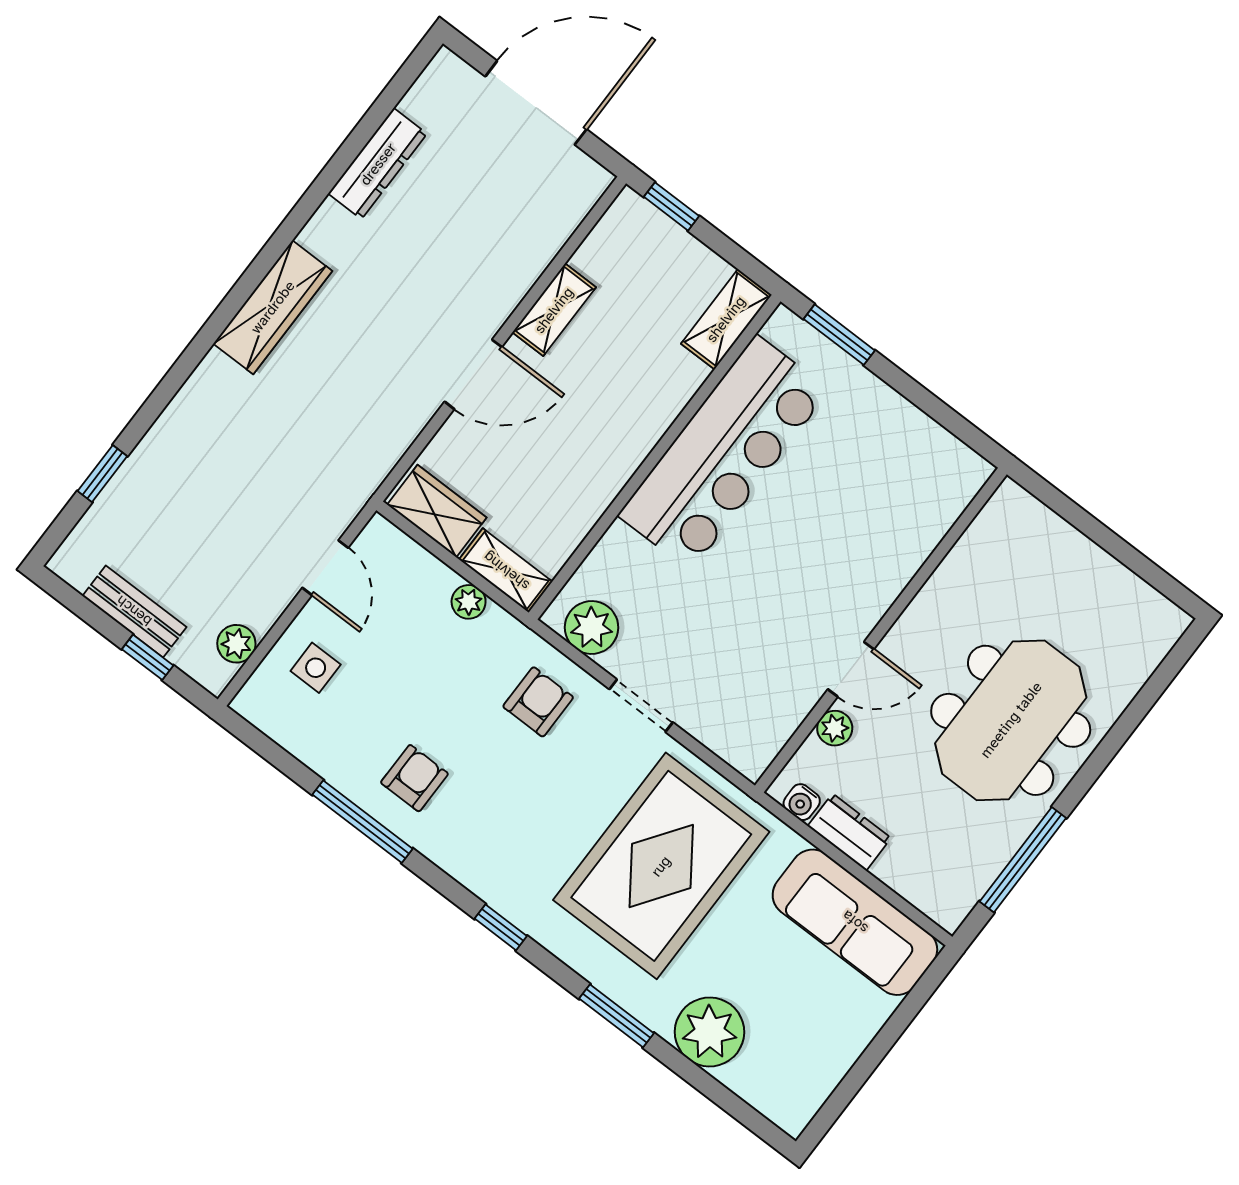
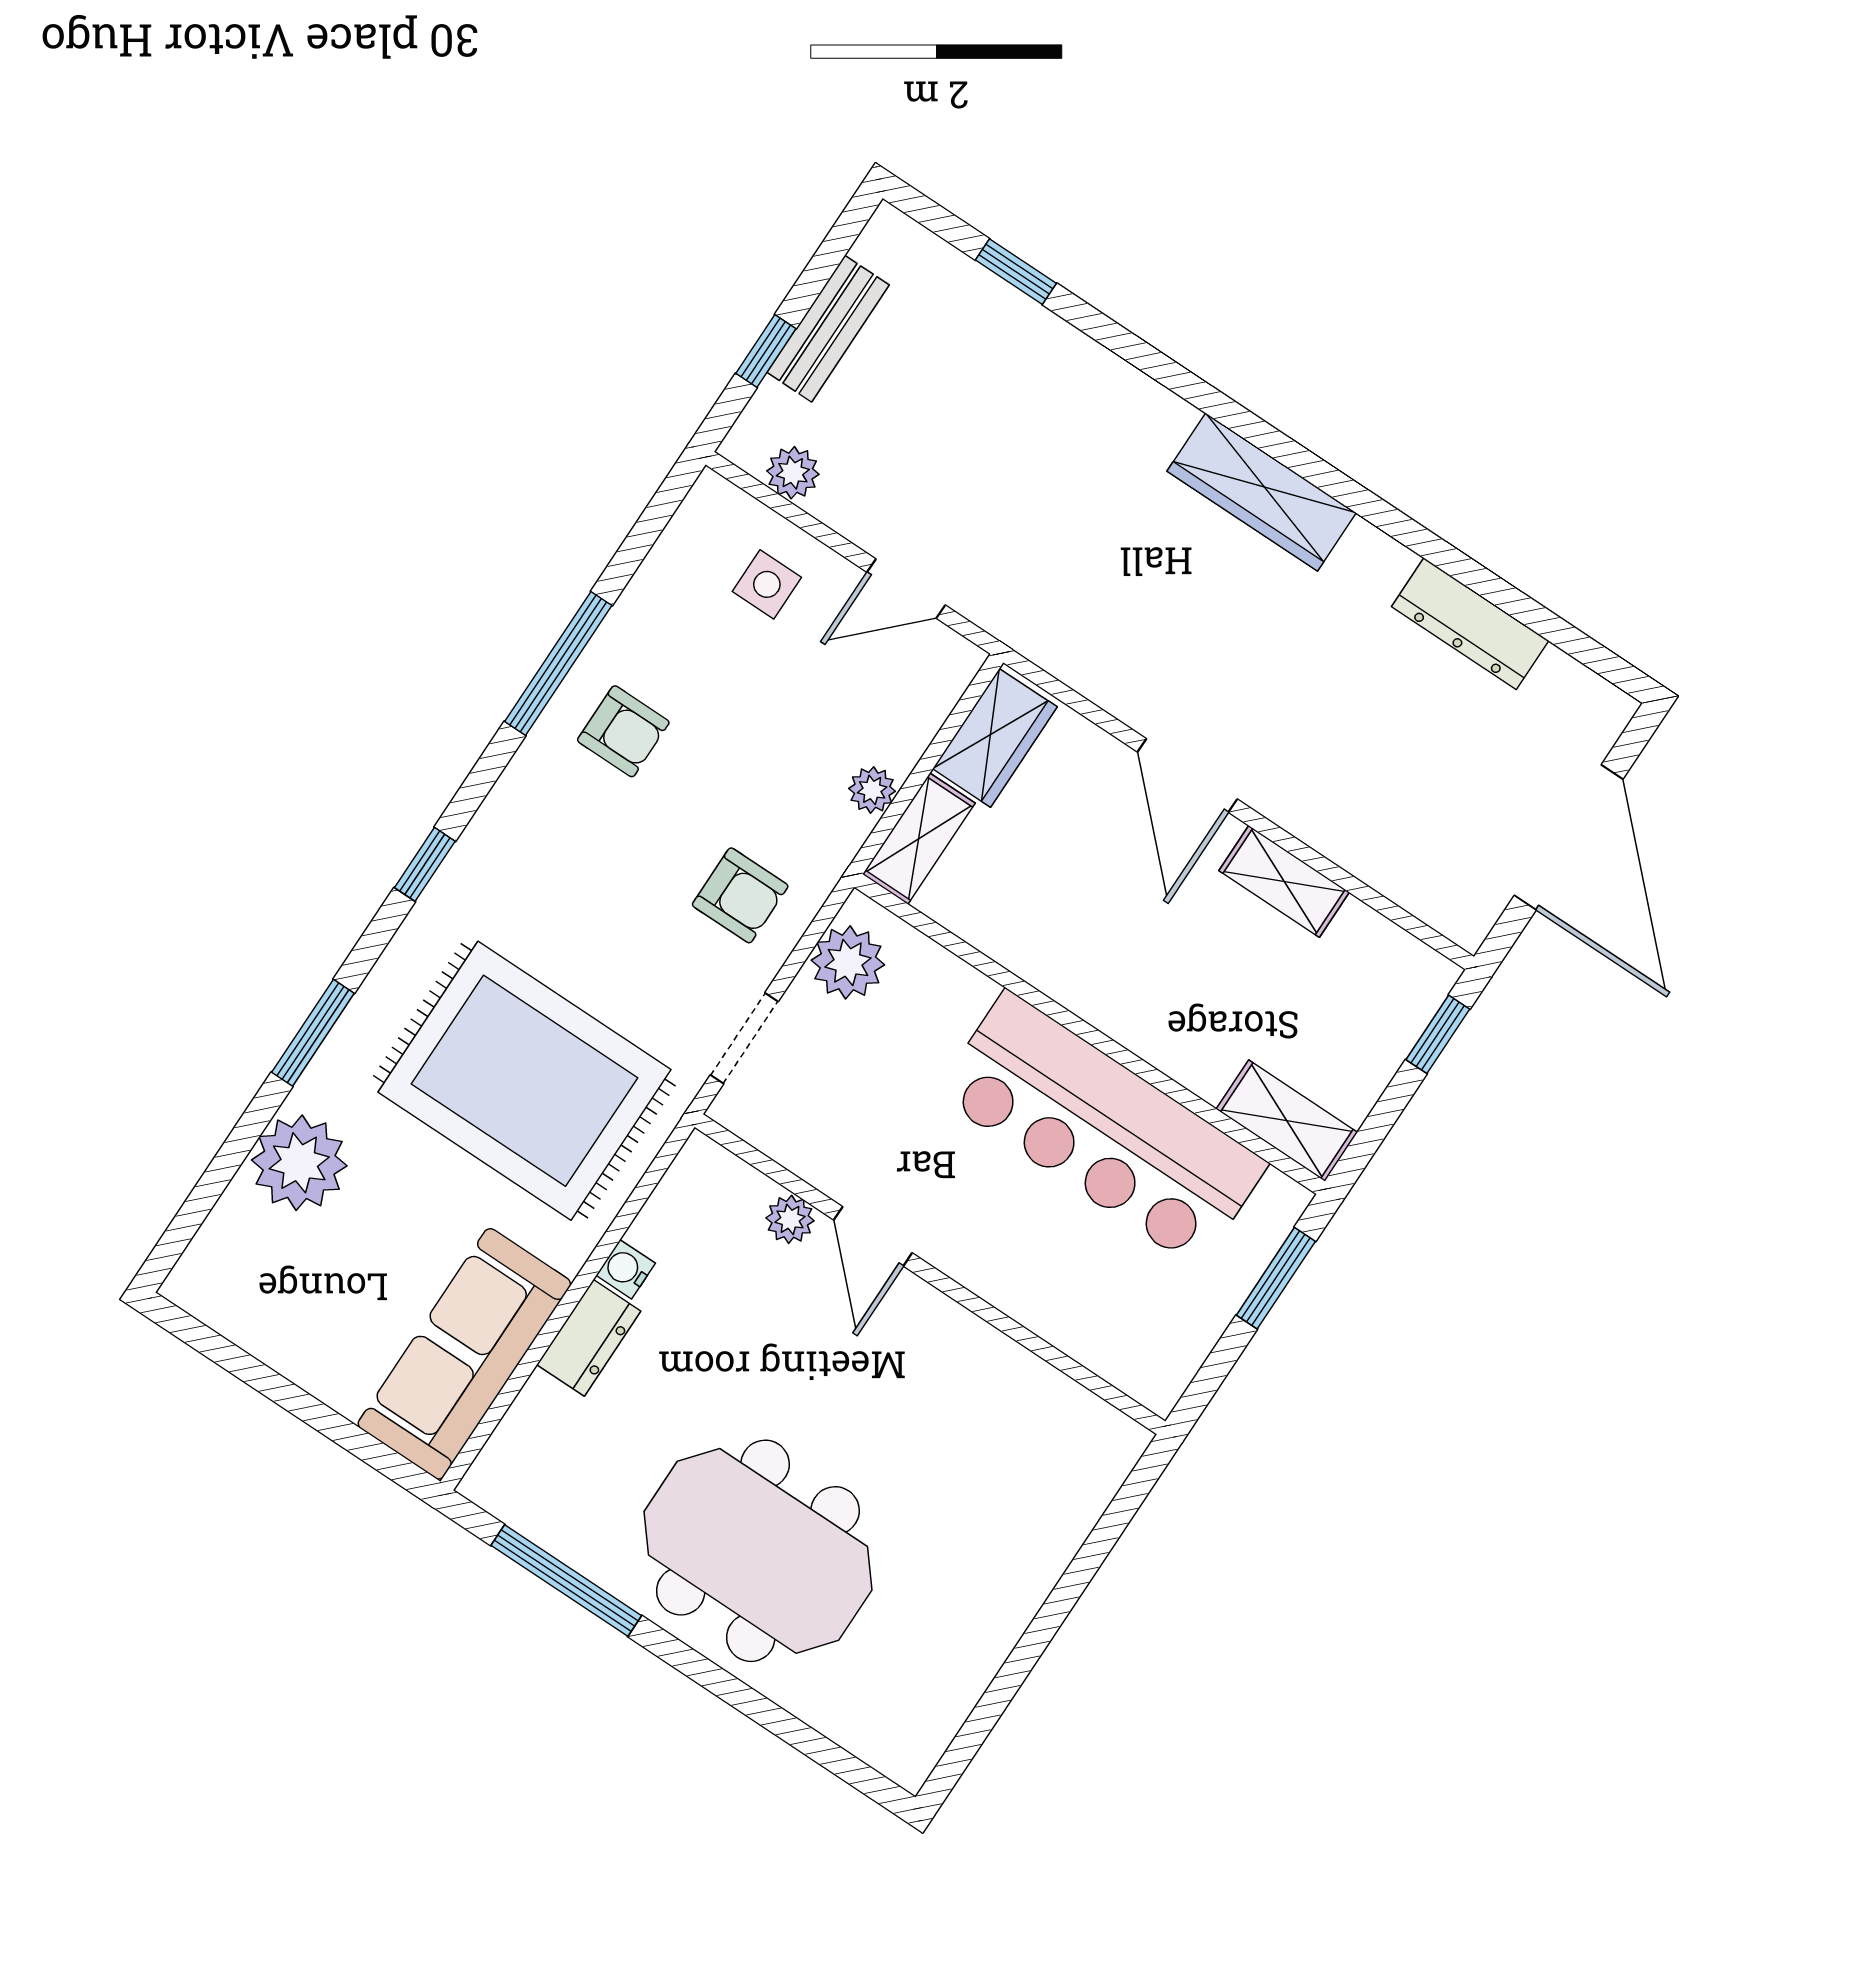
wall: (881, 630) -> (930, 1274), moved
door: (851, 669) -> (873, 1236), moved
plant: (835, 728) -> (790, 1219), moved

